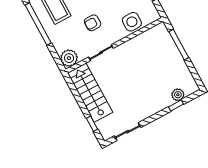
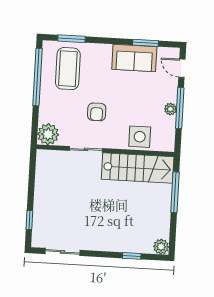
armchair: (93, 23) -> (97, 112), turned -90
stairs: (90, 93) -> (138, 168), moved, turned 90
plant: (178, 95) -> (161, 247), moved

